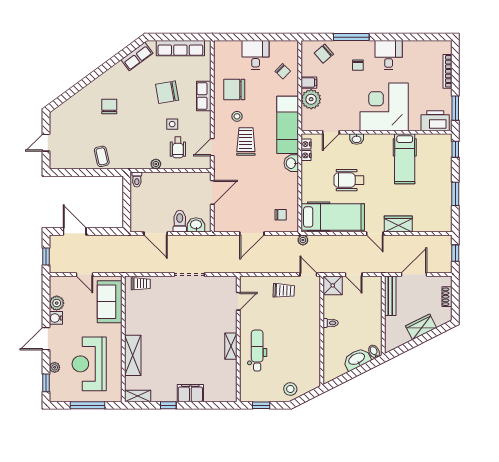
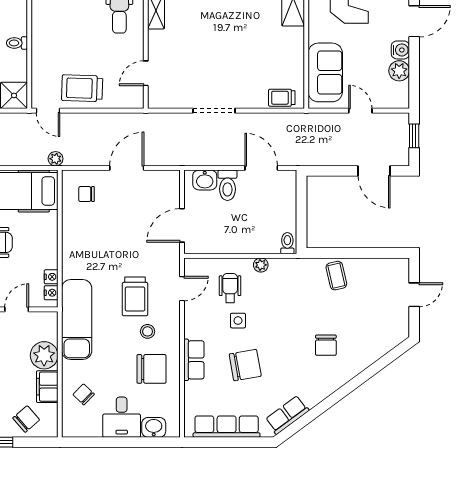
filing cabinet: (309, 83) -> (47, 387), width x2.00
washbasin: (291, 163) -> (154, 427), moved, turned -90
trolley: (284, 291) -> (82, 88), width x1.36, depth x1.39

